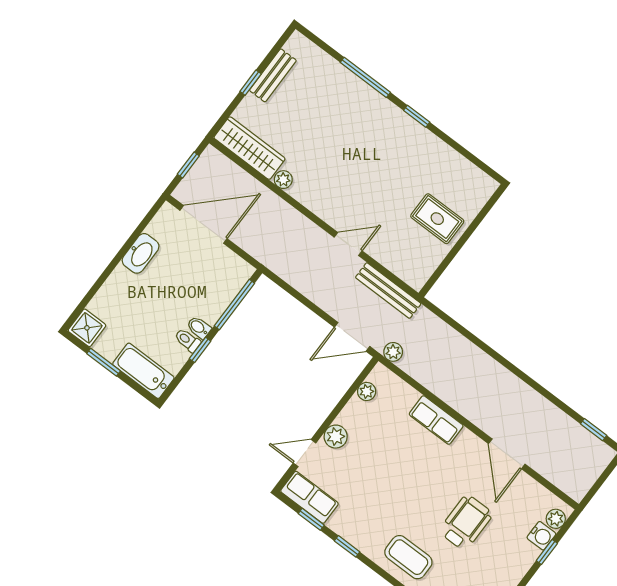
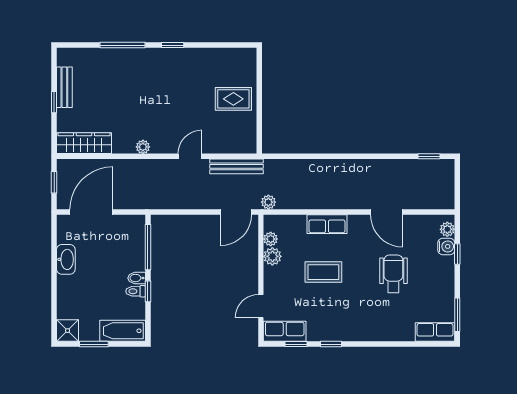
plant: (283, 180) -> (143, 147), moved
plant: (336, 437) -> (272, 256), moved
coffee table: (408, 557) -> (323, 272), moved

